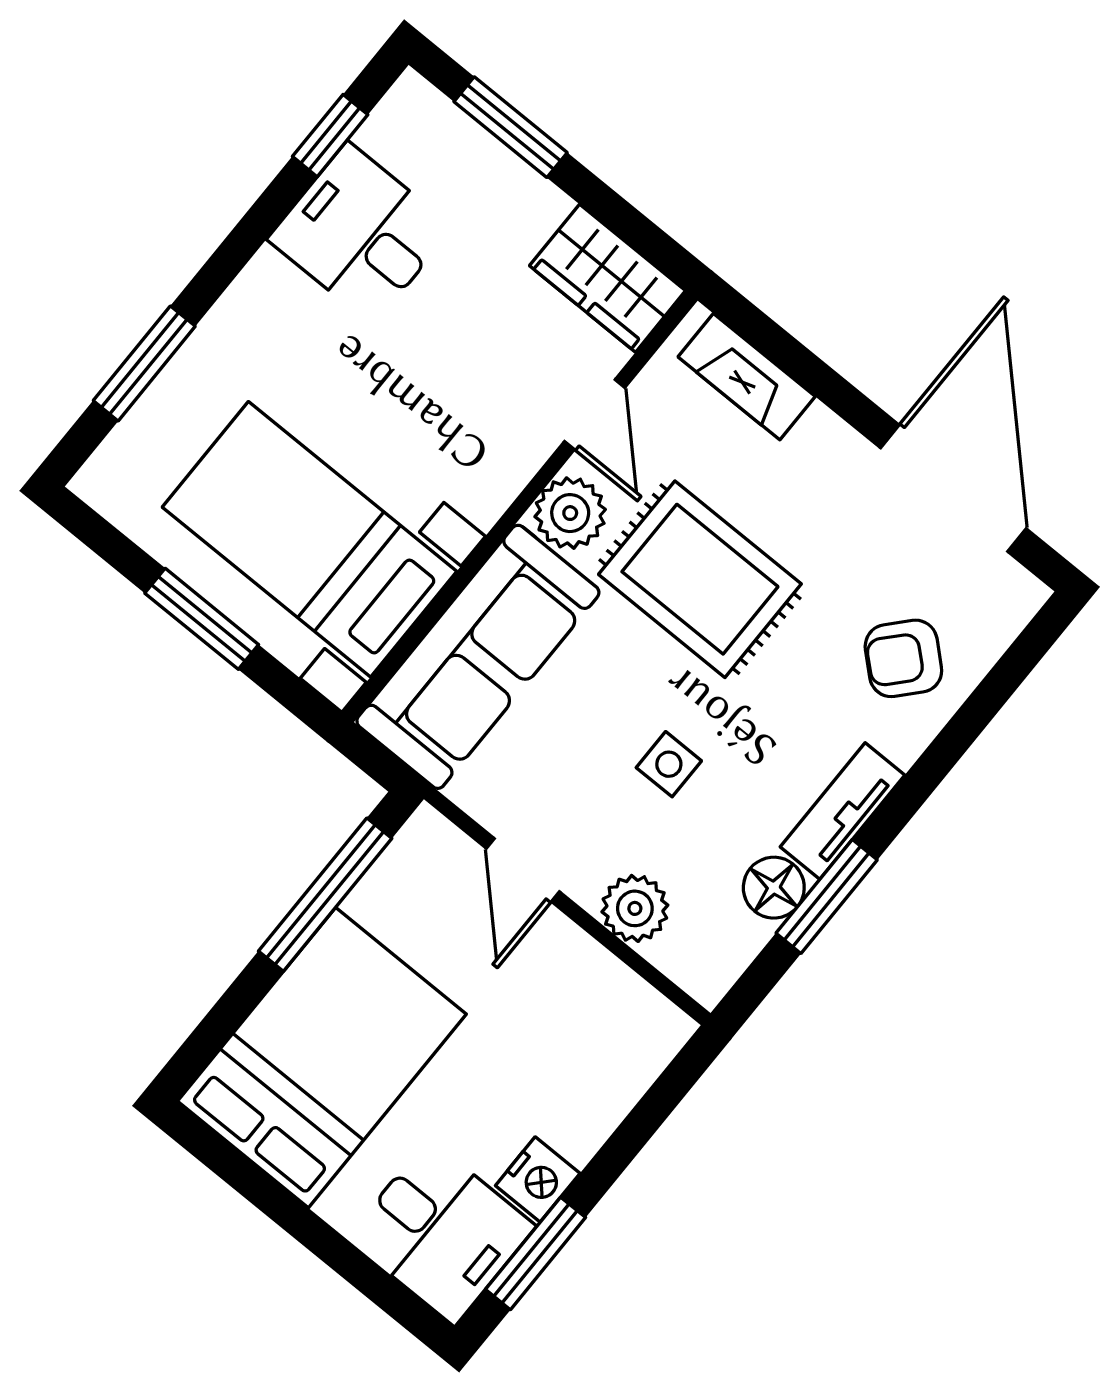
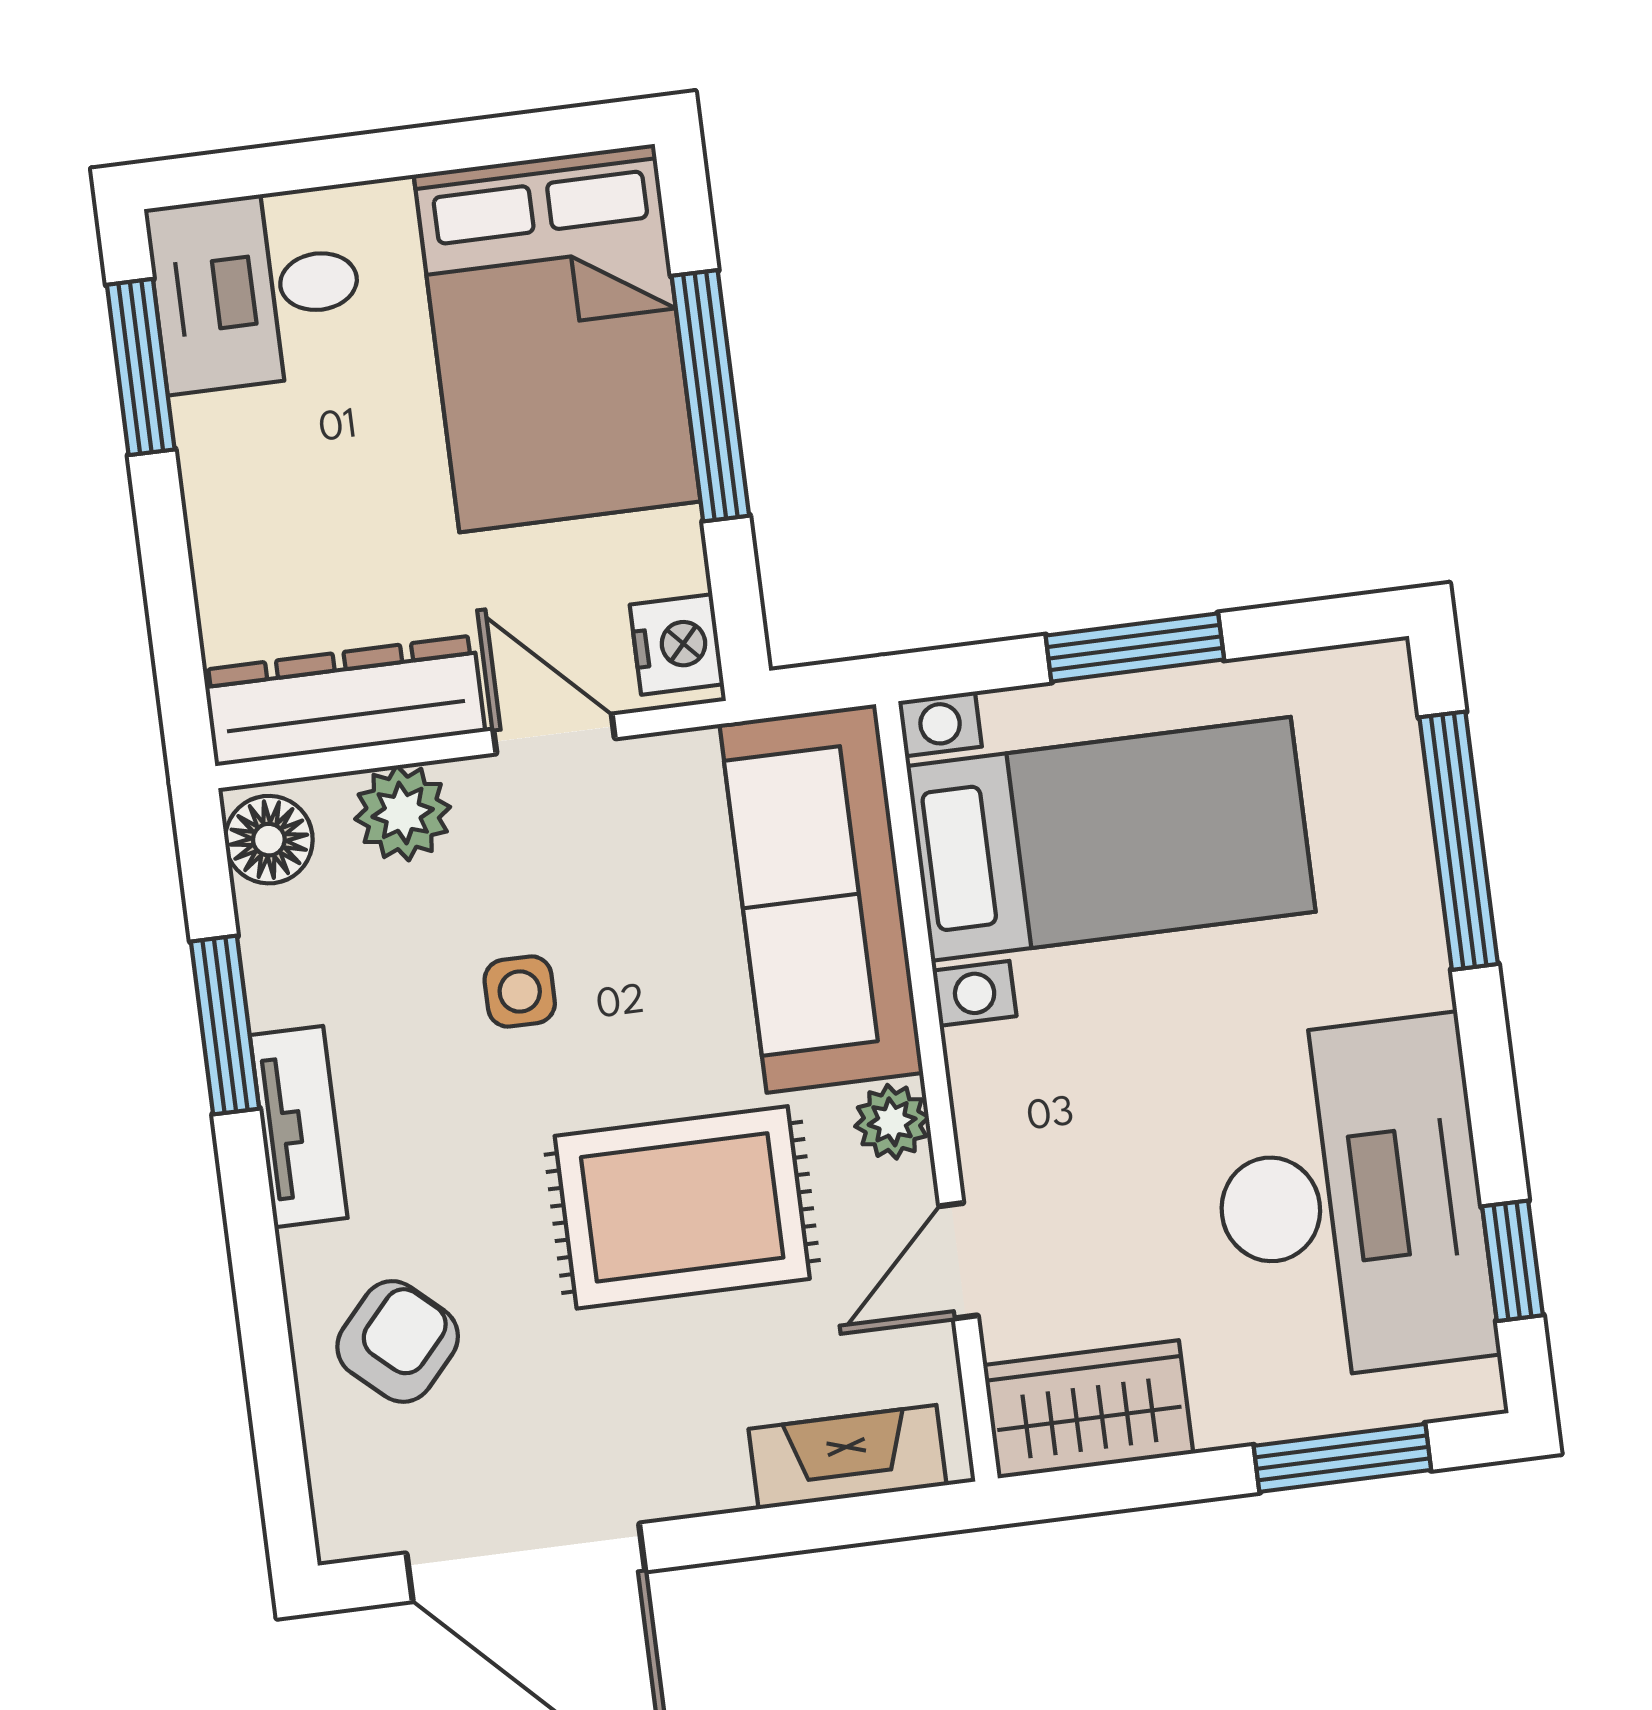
desk: (360, 233) -> (1351, 1199), width x1.87, depth x1.30
window: (144, 363) -> (1459, 841), width x1.44
door: (595, 415) -> (959, 1261), hinge flipped
plant: (570, 513) -> (892, 1122), width x0.73, depth x0.73
floor lamp: (774, 888) -> (269, 840), moved
window: (325, 895) -> (710, 396), moved
dresser: (606, 992) -> (344, 701), added
nightstand: (538, 1179) -> (677, 644), moved, turned 180

